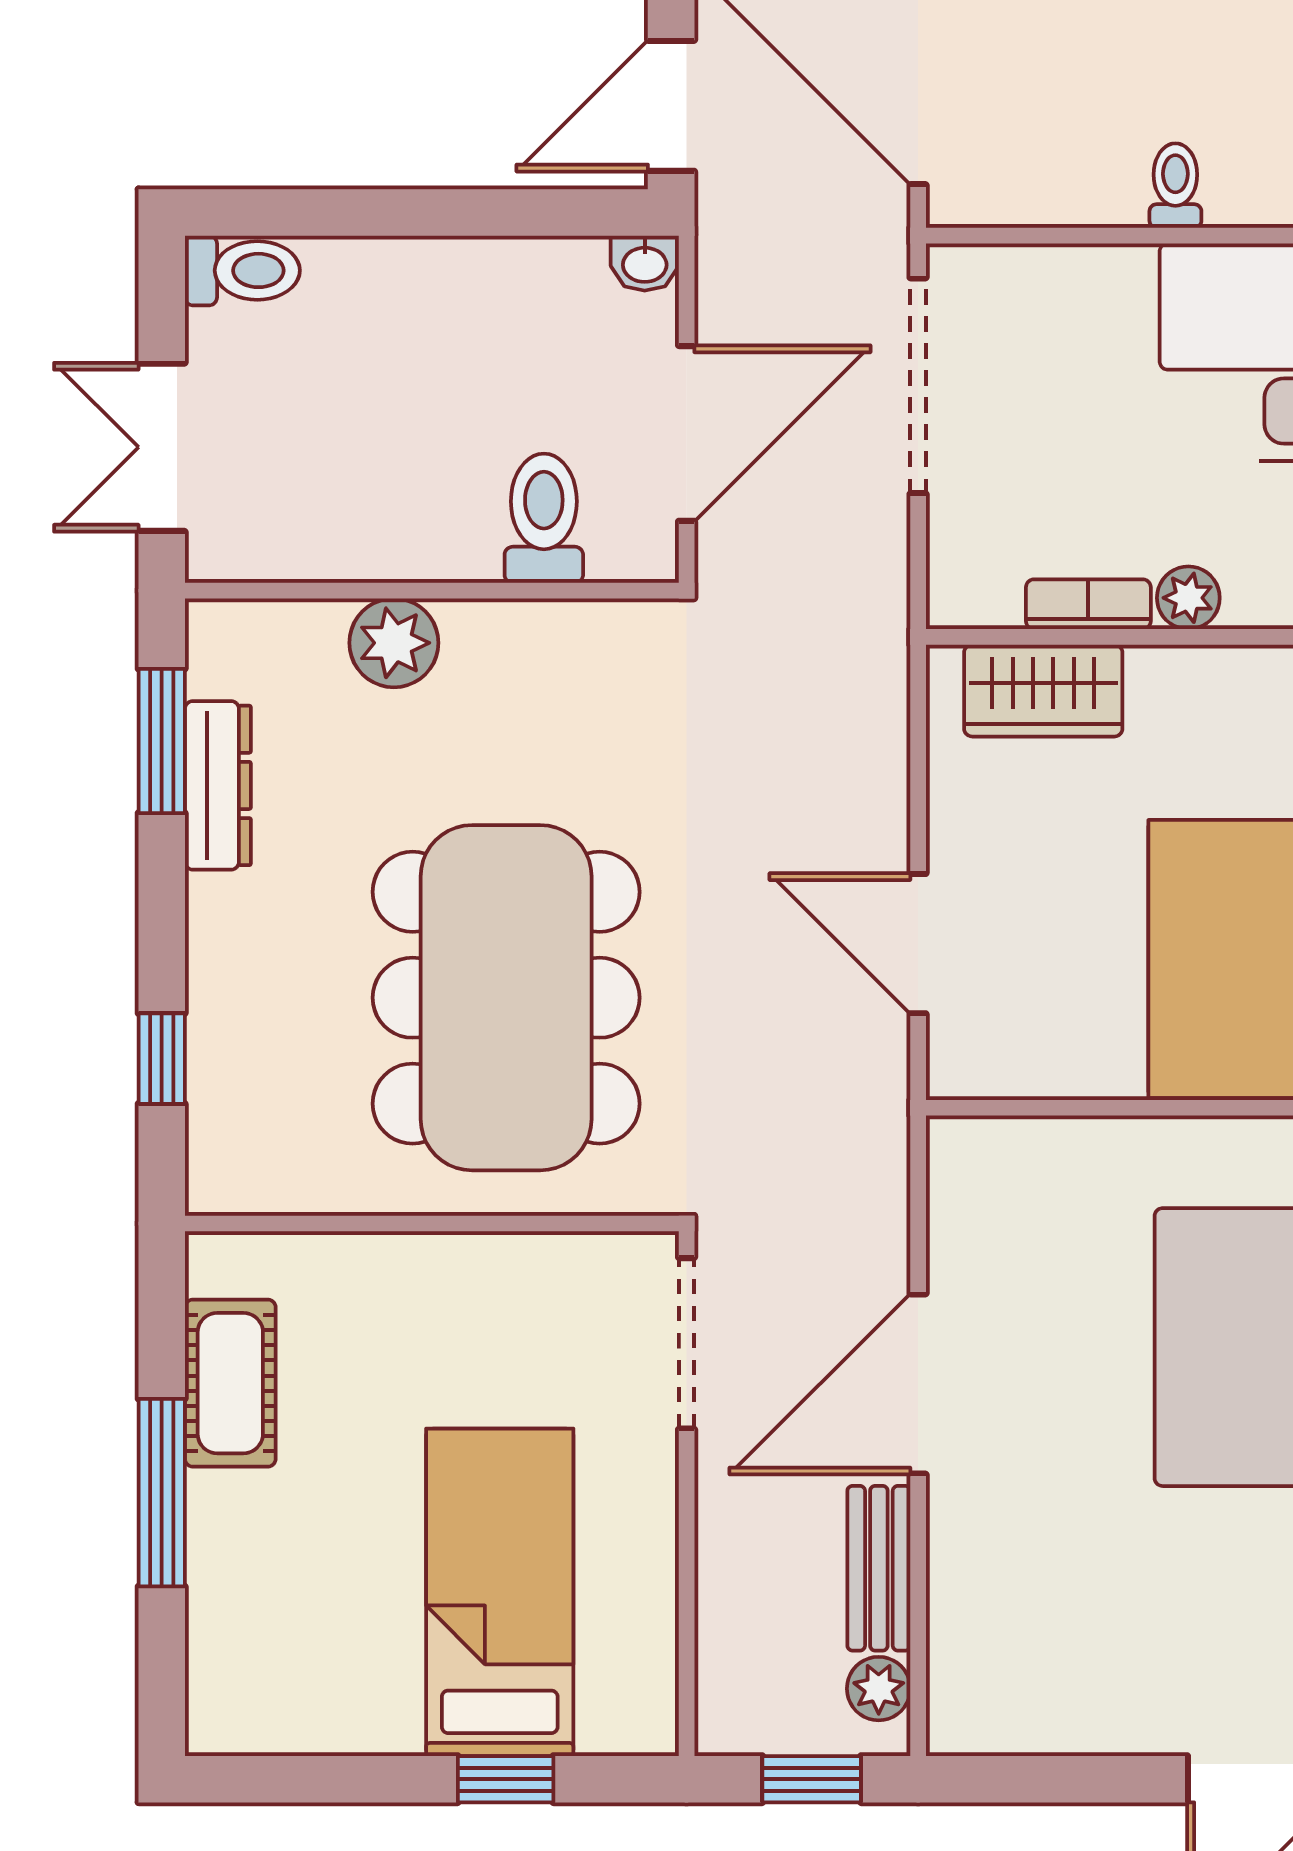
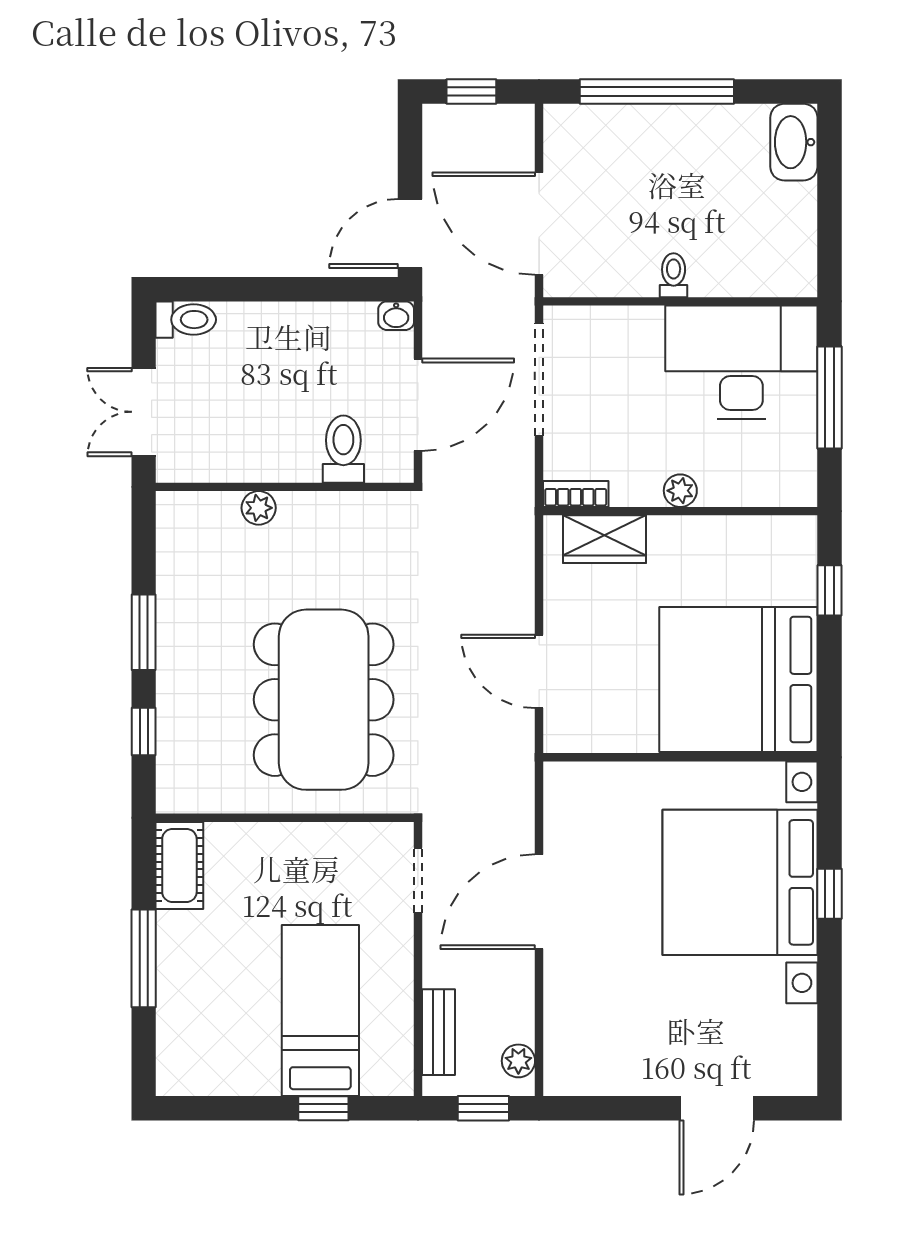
bookcase: (1088, 604) -> (576, 494), moved
plant: (394, 643) -> (259, 508), width x0.73, depth x0.73
window: (162, 741) -> (144, 632), moved
dresser: (218, 785) -> (173, 589), removed
doorway: (687, 1343) -> (418, 880), width x0.73
cot: (230, 1383) -> (179, 865), moved
bench: (879, 1568) -> (438, 1032), moved

